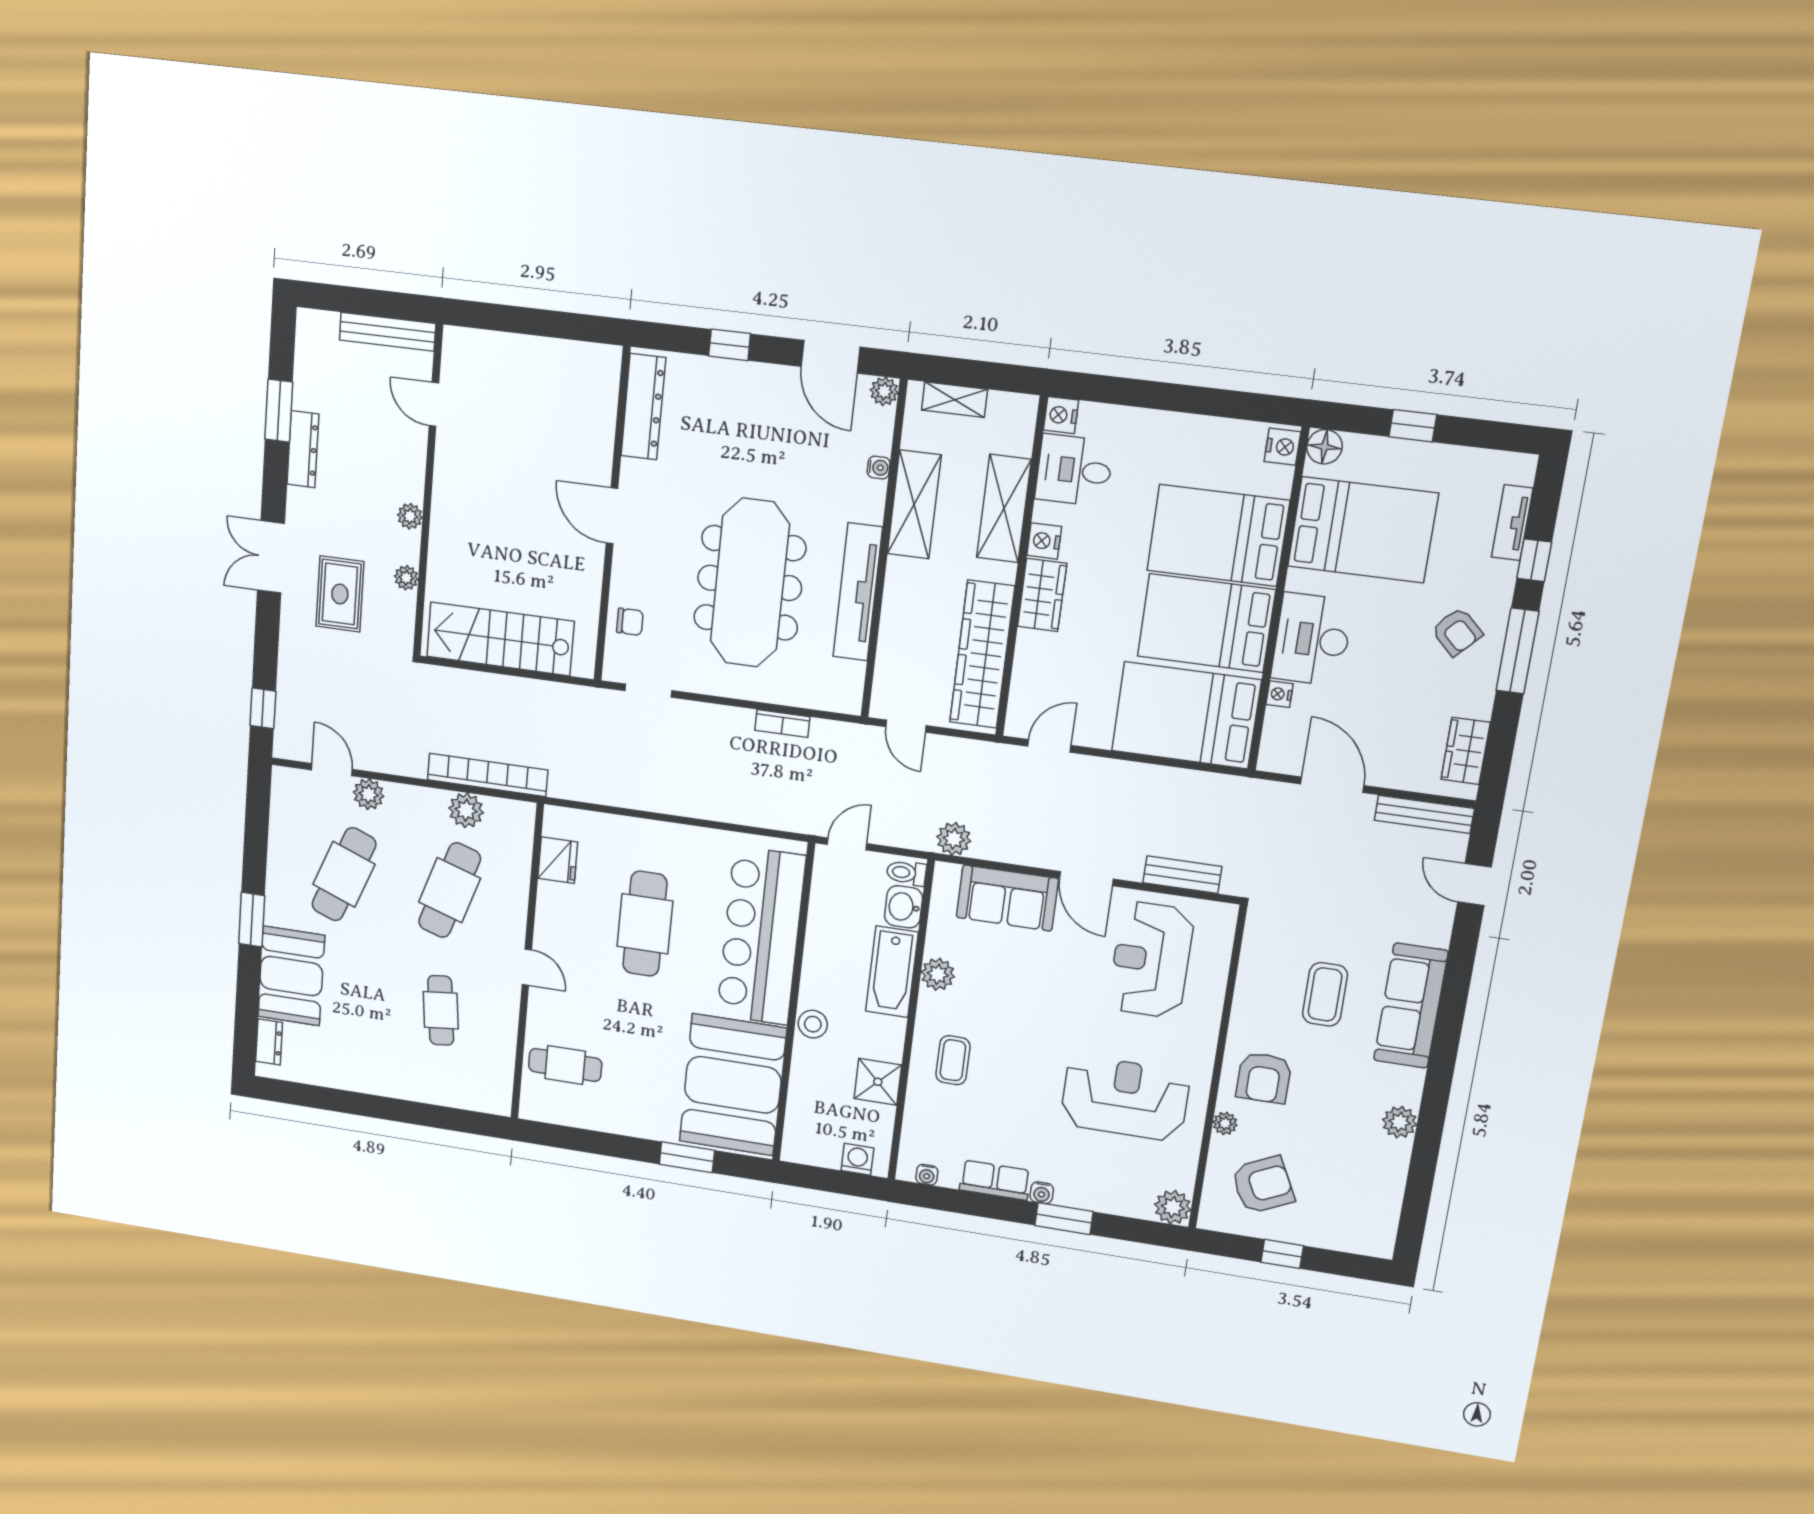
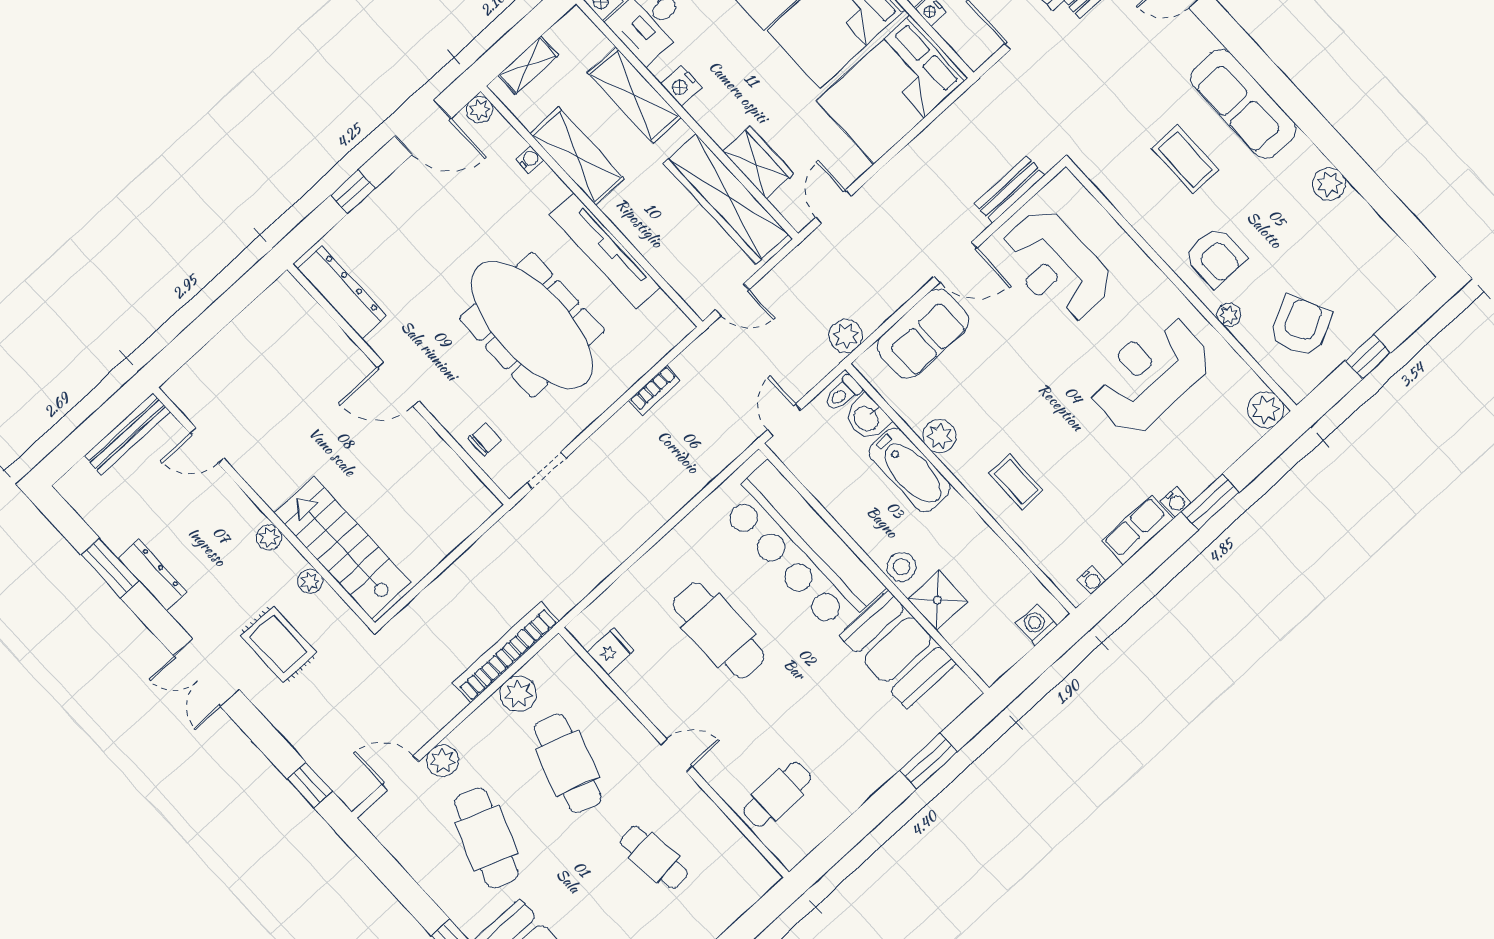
wardrobe: (1042, 595) -> (758, 162), moved
stairs: (500, 639) -> (342, 547), moved, turned 90
fridge: (558, 860) -> (611, 651), width x0.72
shower: (878, 1082) -> (937, 600), moved
booth: (733, 1085) -> (898, 649), width x0.73, depth x0.70

